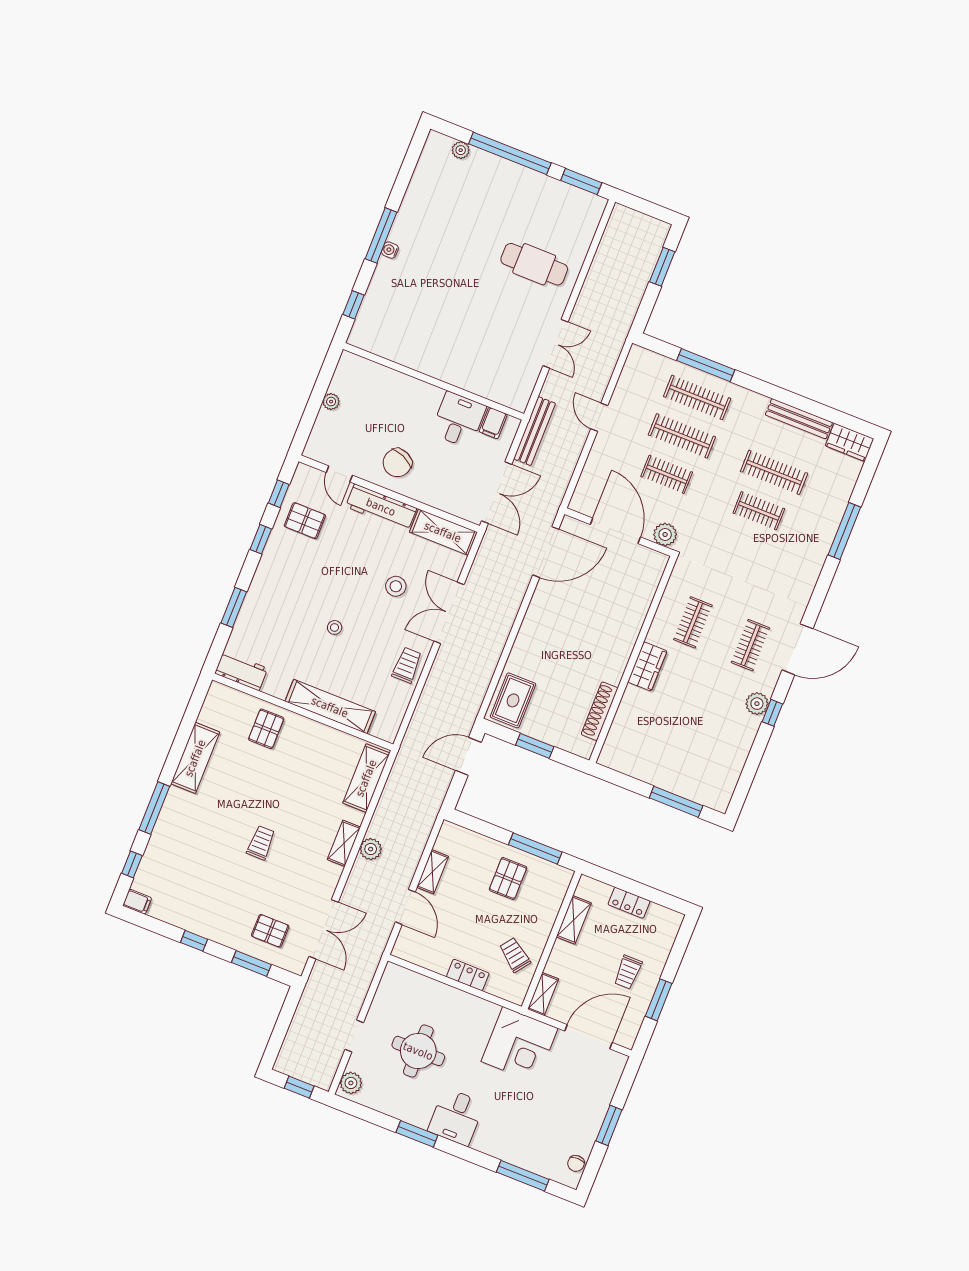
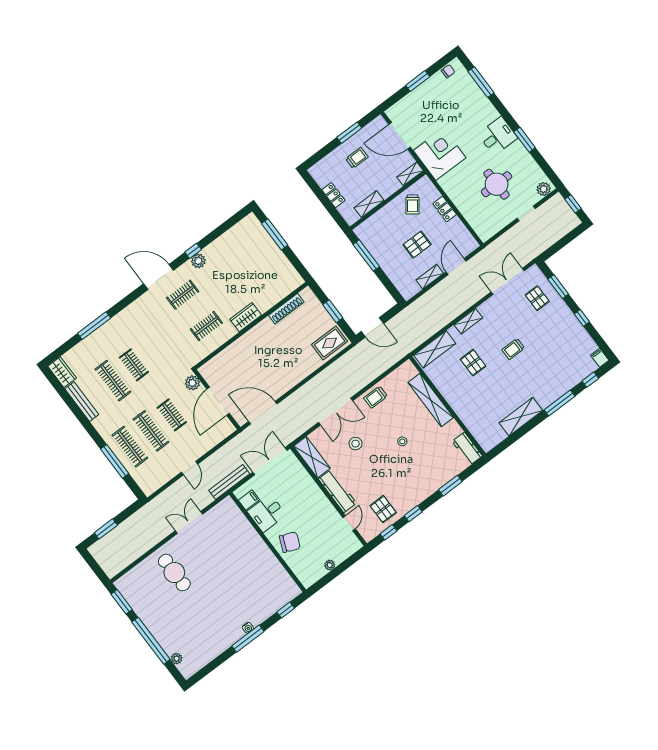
chair: (397, 463) -> (290, 542), moved
pallet: (266, 729) -> (473, 363), moved, turned 90
plant: (371, 849) -> (456, 309), removed
pallet: (508, 879) -> (417, 245), moved

